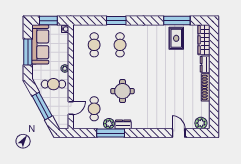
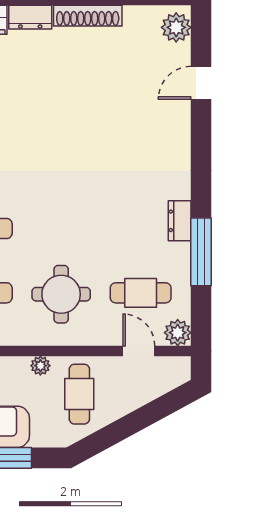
round table: (122, 91) -> (61, 294), moved
window: (42, 106) -> (134, 422), removed
plant: (109, 124) -> (178, 333), moved

